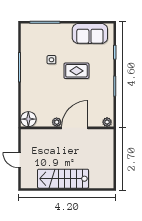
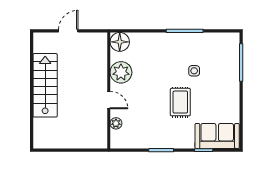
sofa: (90, 34) -> (217, 136), moved, turned 90
plant: (57, 122) -> (121, 72), width x1.87, depth x1.87
plant: (107, 122) -> (116, 123), moved
door: (75, 128) -> (109, 100), width x0.53

